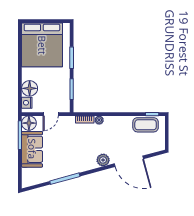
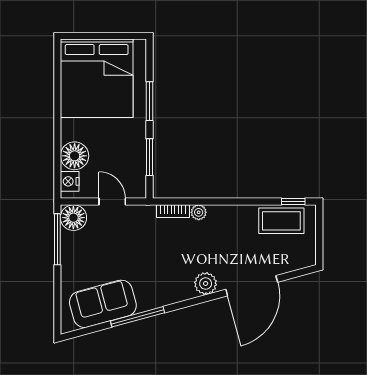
door: (51, 114) -> (112, 202), swing flipped
sofa: (32, 149) -> (103, 304), moved, turned -105
door: (129, 161) -> (252, 286), hinge flipped

